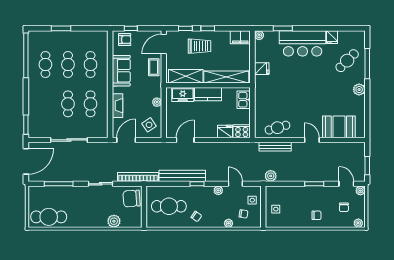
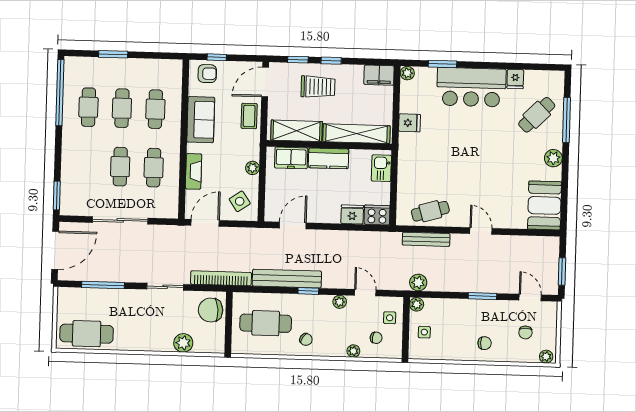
booth: (339, 127) -> (544, 205), moved, turned 90
plant: (360, 191) -> (417, 304), moved

